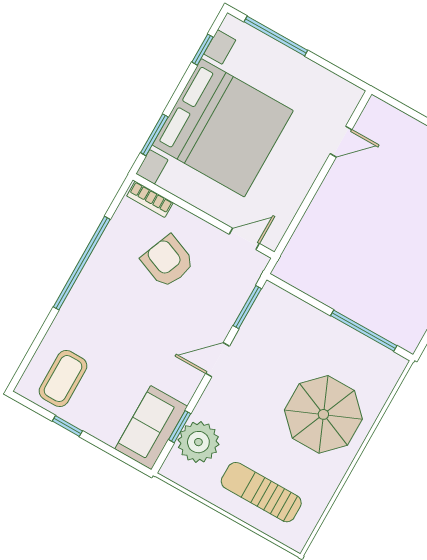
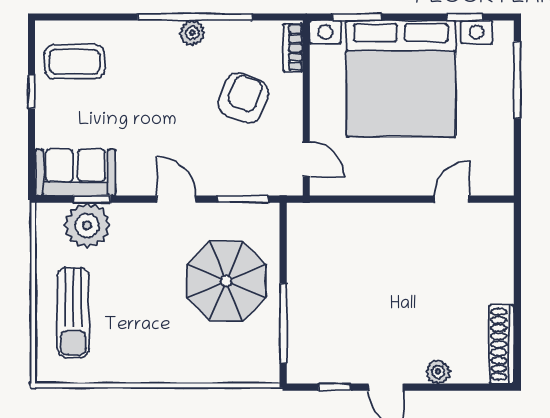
door: (341, 142) -> (452, 199), swing flipped
plant: (93, 273) -> (192, 33), added
parasol: (323, 414) -> (226, 281), moved
sun lounger: (261, 492) -> (73, 313), turned 180

